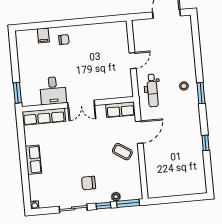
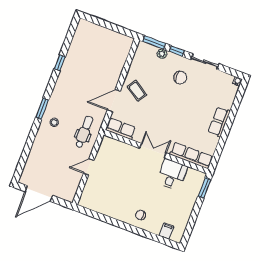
filing cabinet: (43, 35) -> (166, 231), moved

